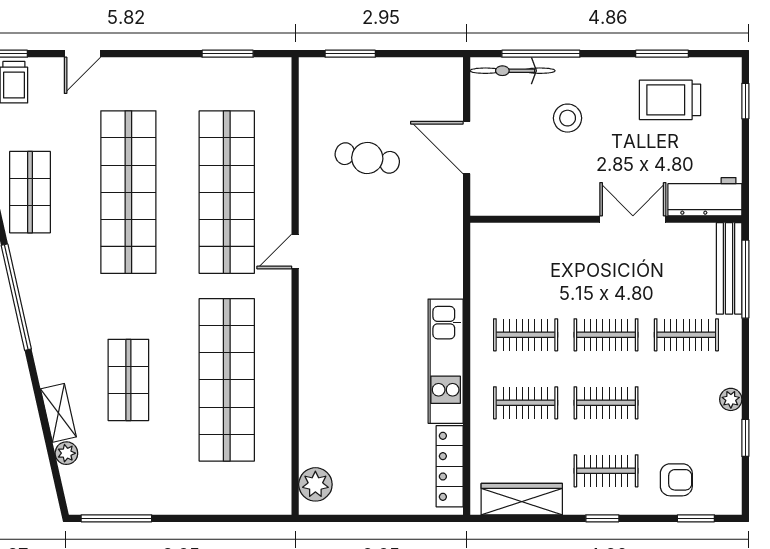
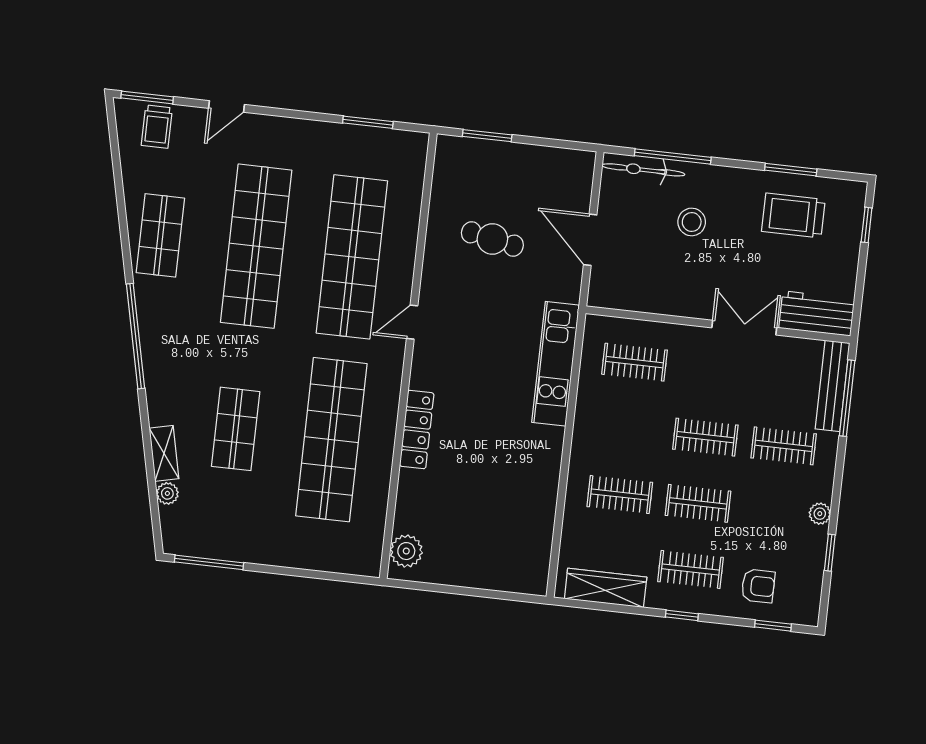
clothes rail: (526, 335) -> (635, 362), moved
kitchen unit: (446, 361) -> (556, 364), moved
locker: (450, 466) -> (417, 430), moved, turned 180

